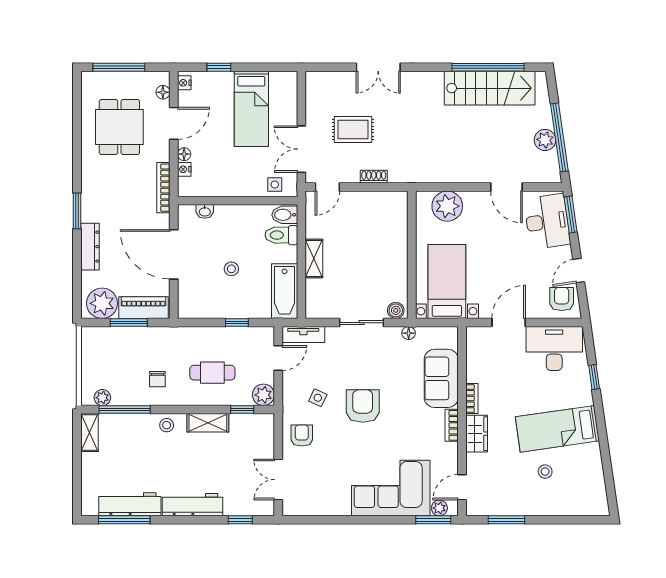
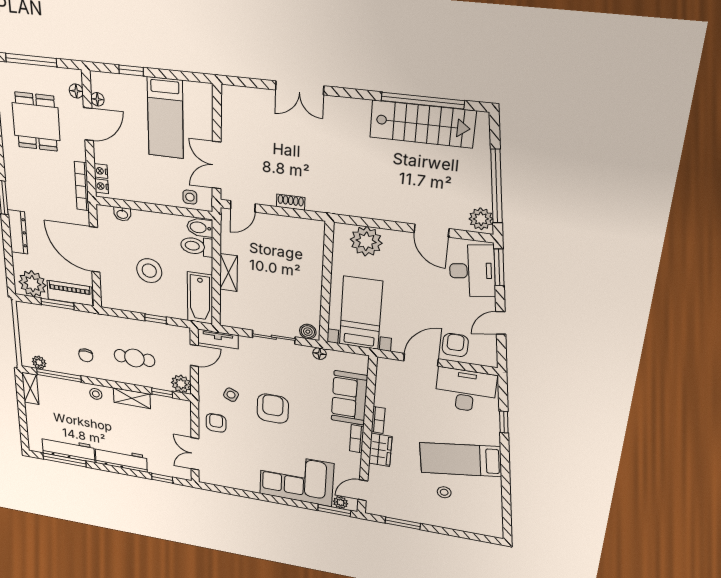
nightstand: (184, 83) -> (102, 186), moved
rug: (353, 130) -> (270, 152), removed
plant: (545, 140) -> (481, 219), moved
floor lamp: (184, 154) -> (97, 99), moved
stool: (231, 269) -> (149, 271), width x1.89, depth x1.89
armchair: (562, 299) -> (455, 345), moved

